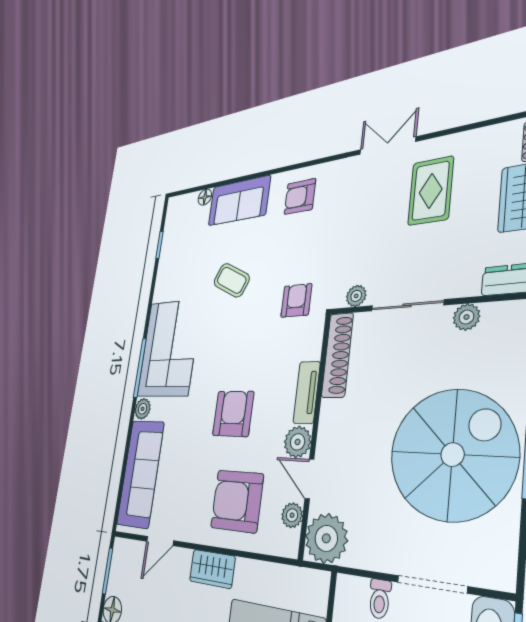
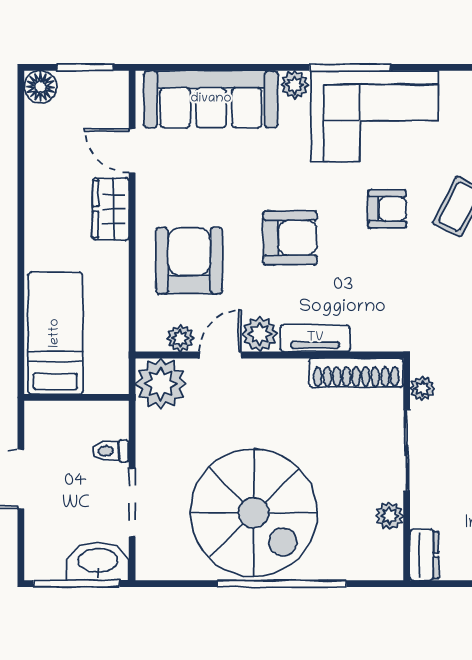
armchair: (296, 300) -> (387, 209), moved
wardrobe: (212, 569) -> (111, 209), moved

